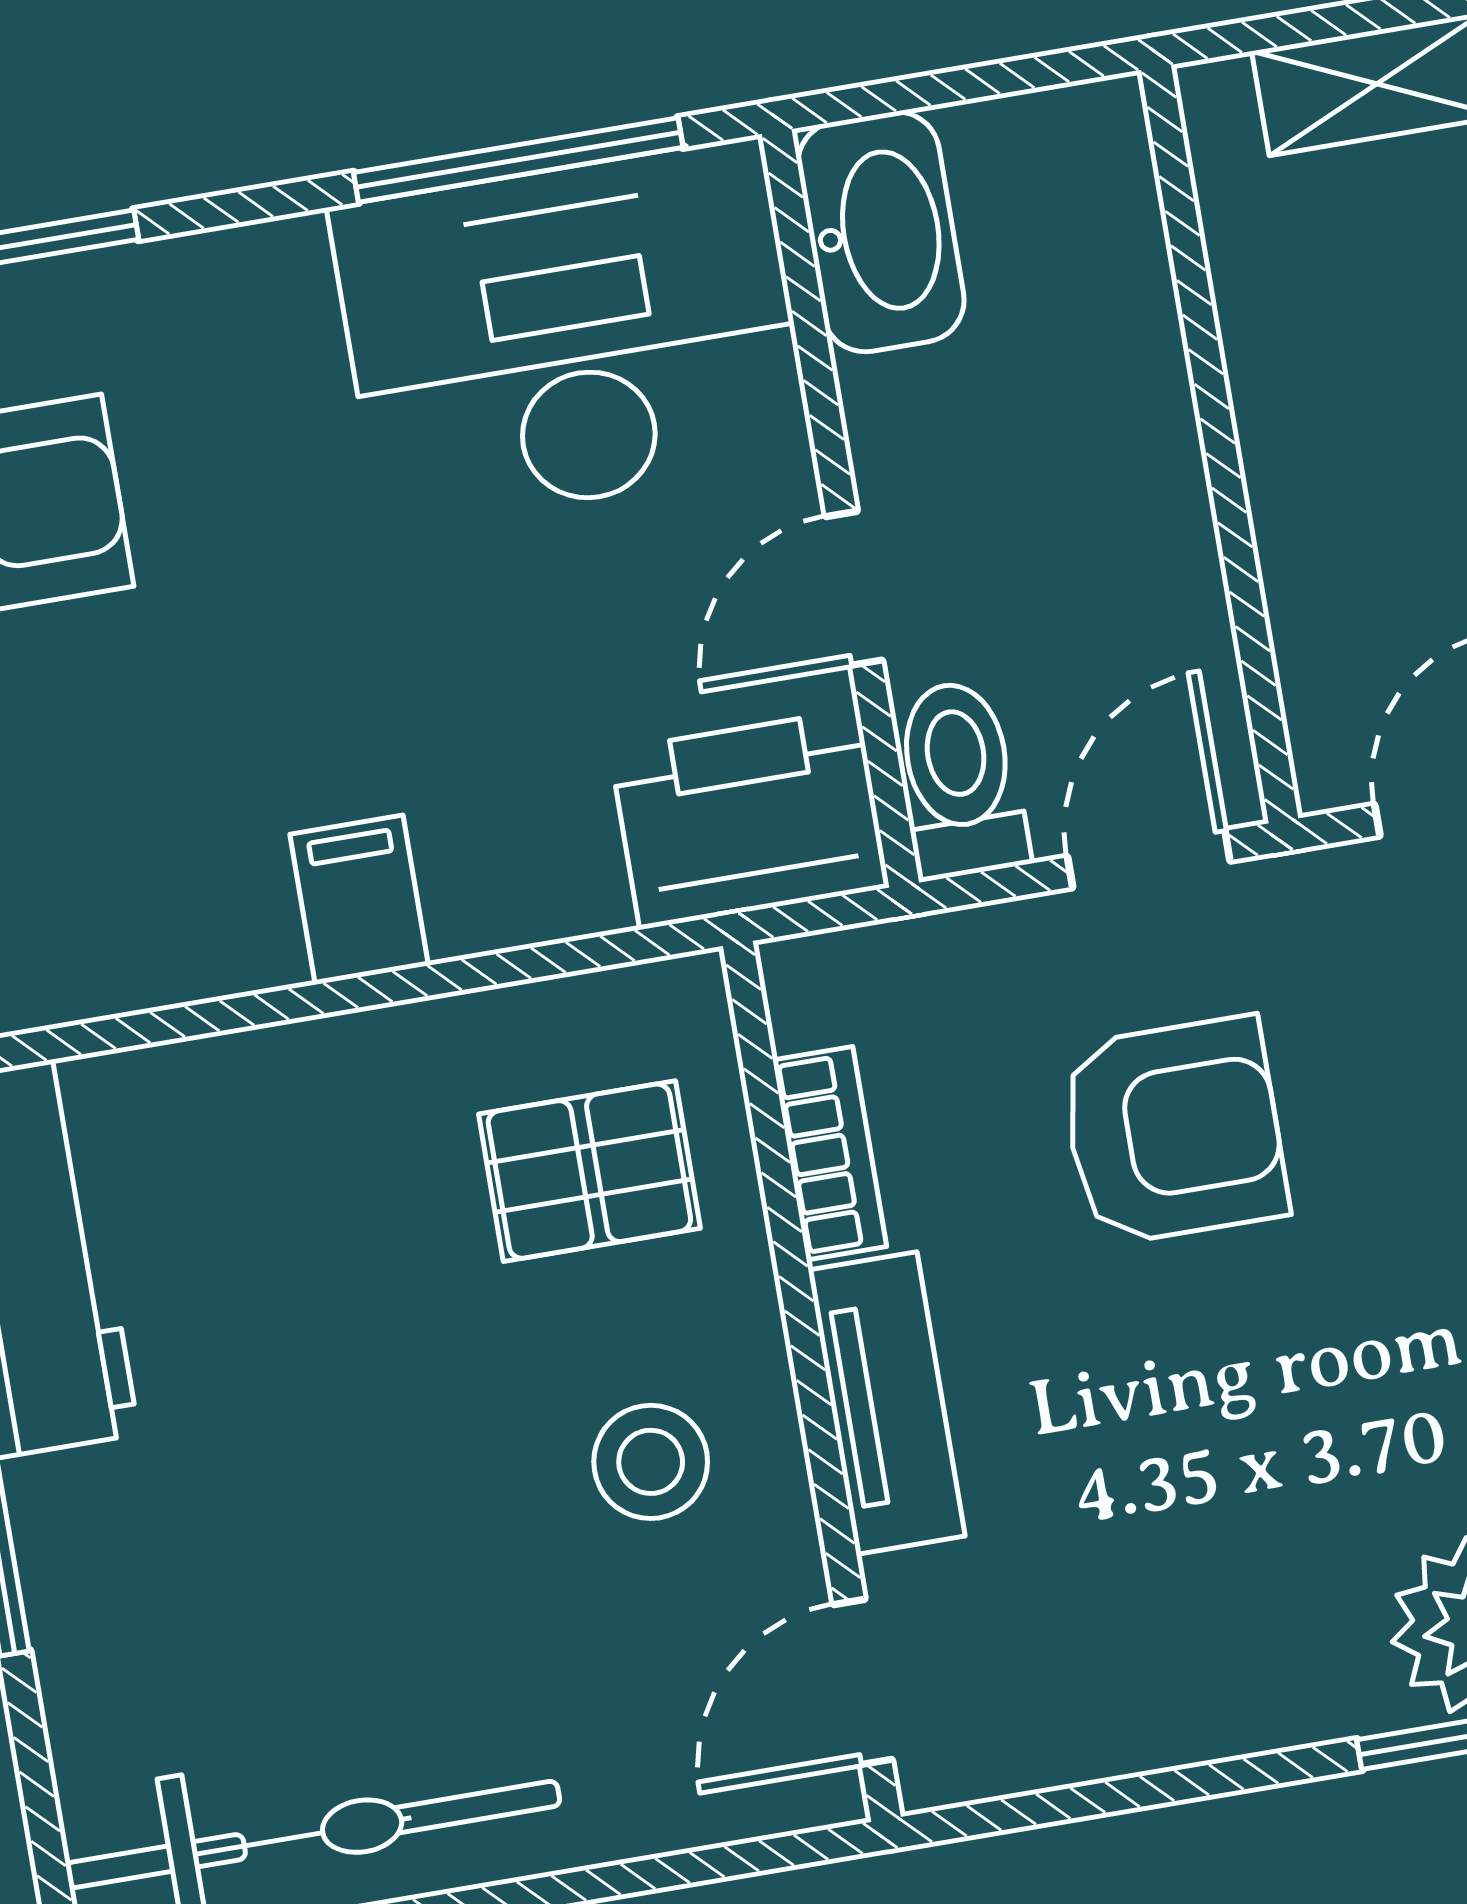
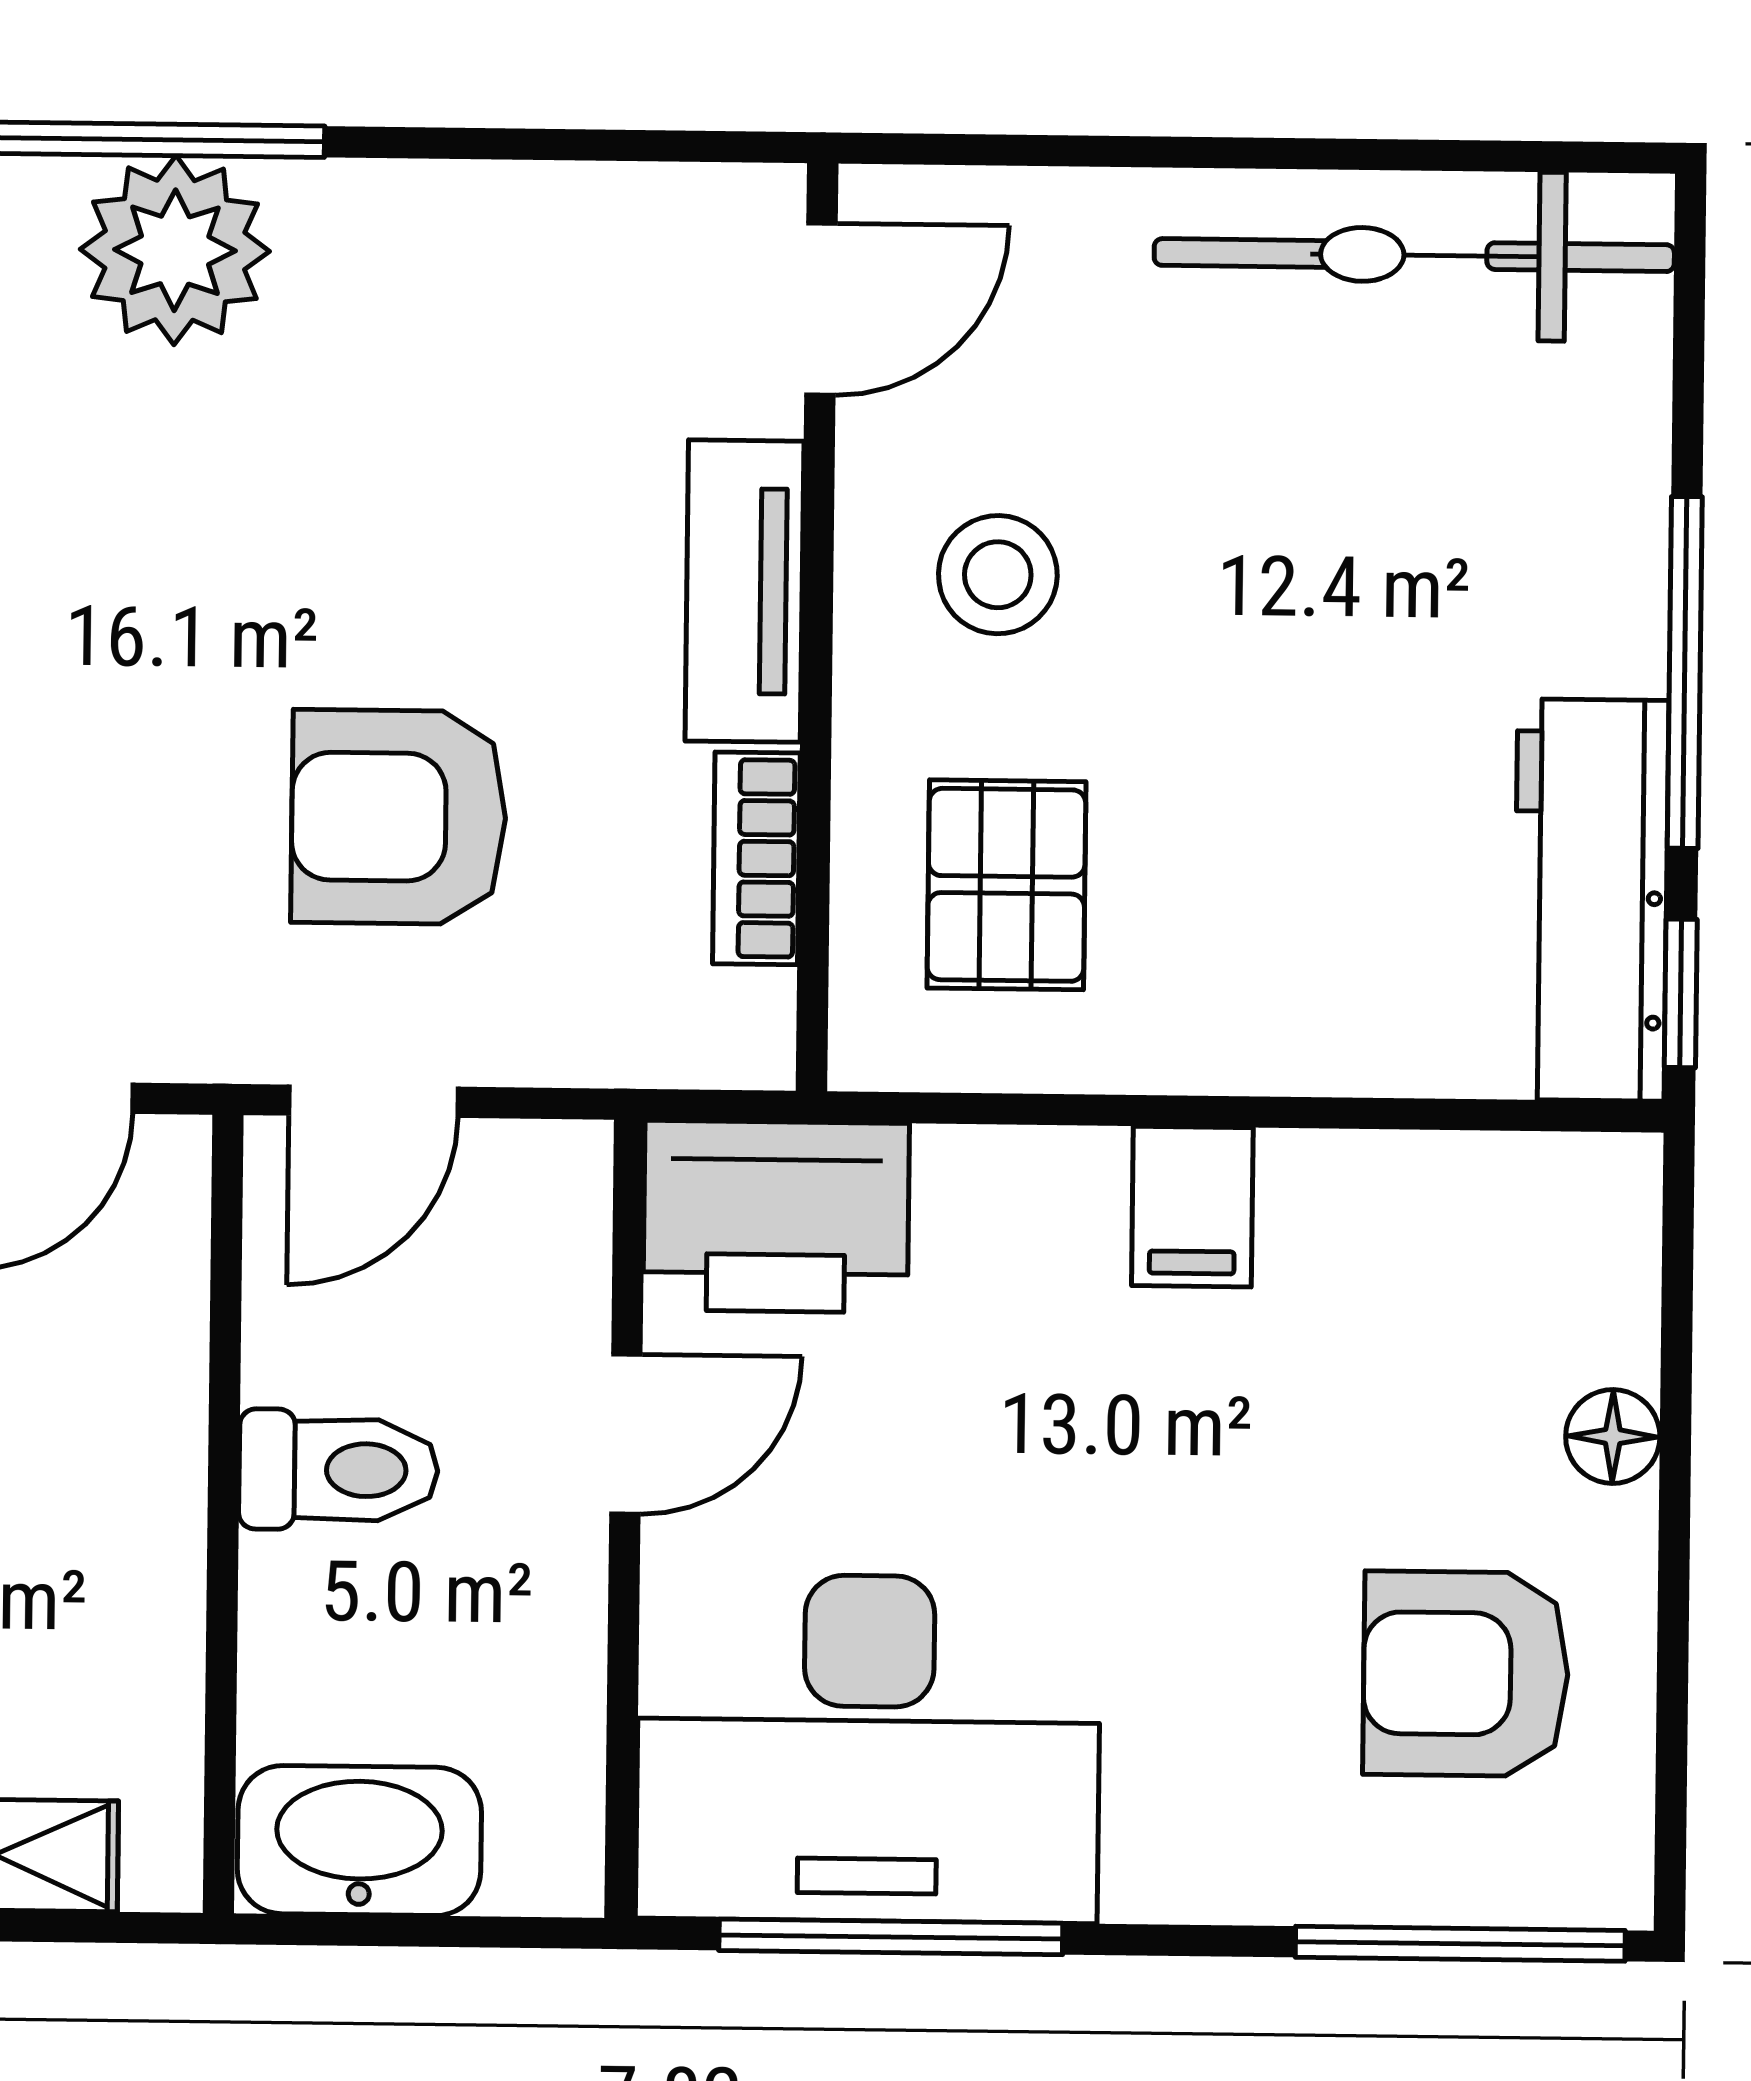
washbasin: (881, 232) -> (359, 1841), moved, turned 90
toilet: (960, 779) -> (338, 1470), moved, turned -90
pallet: (589, 1171) -> (1006, 885), turned 90

